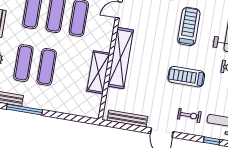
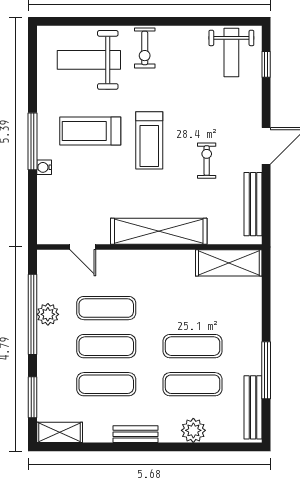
shelving: (98, 72) -> (229, 263), moved
treadmill: (186, 77) -> (149, 140), moved
exercise bike: (189, 115) -> (207, 161), moved

